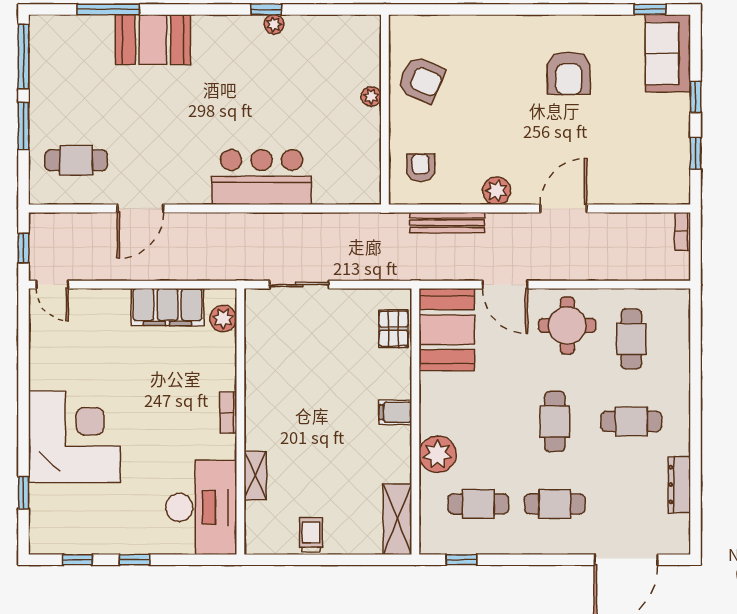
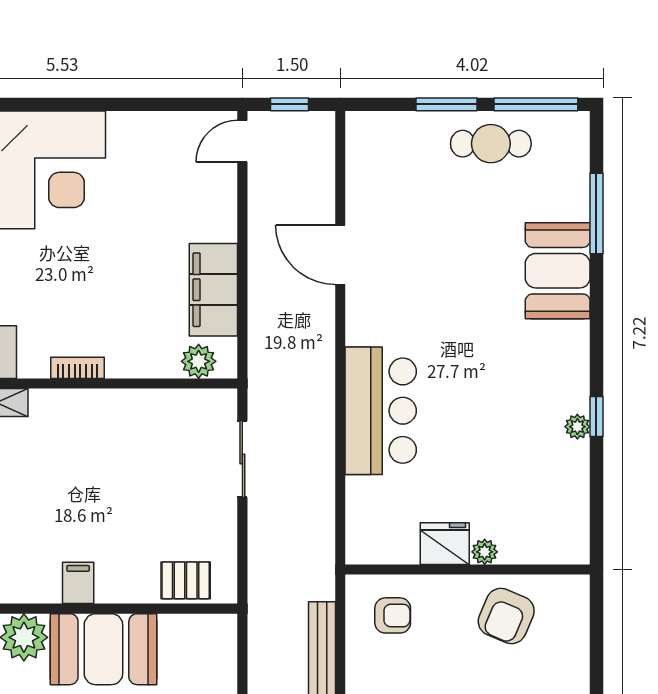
fridge: (365, 127) -> (445, 544), added
cafe table: (76, 160) -> (491, 144), moved, turned 90
booth: (447, 330) -> (103, 649), moved

